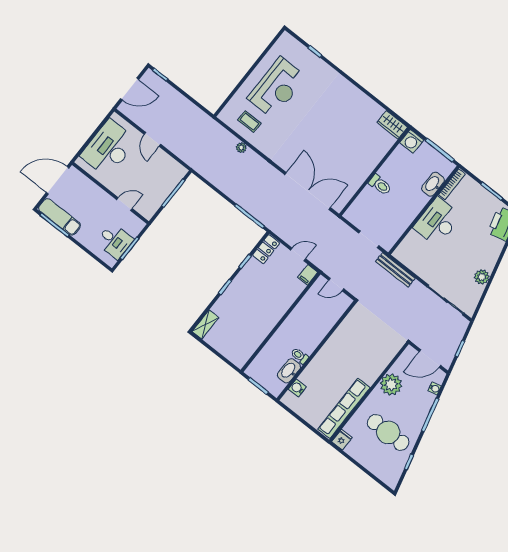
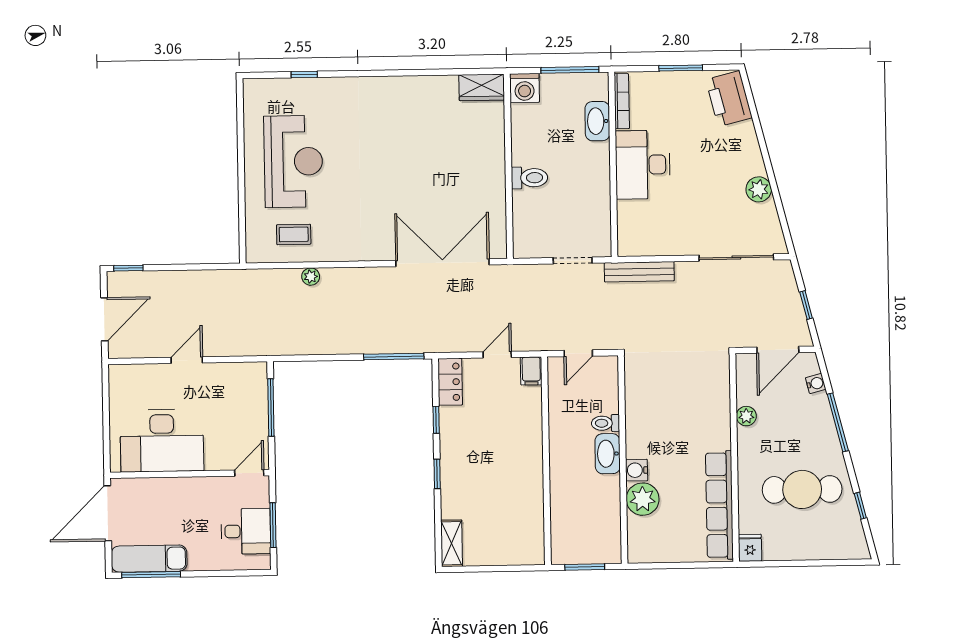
door: (152, 139) -> (187, 360), swing flipped
desk: (109, 148) -> (162, 441), moved, turned -90
door: (124, 204) -> (249, 473), moved
toilet: (300, 356) -> (605, 423), moved
washbasin: (289, 371) -> (608, 454), moved
plant: (311, 376) -> (643, 499), added
plant: (391, 385) -> (746, 416), width x0.53, depth x0.53
water cooler: (297, 388) -> (637, 470), moved

